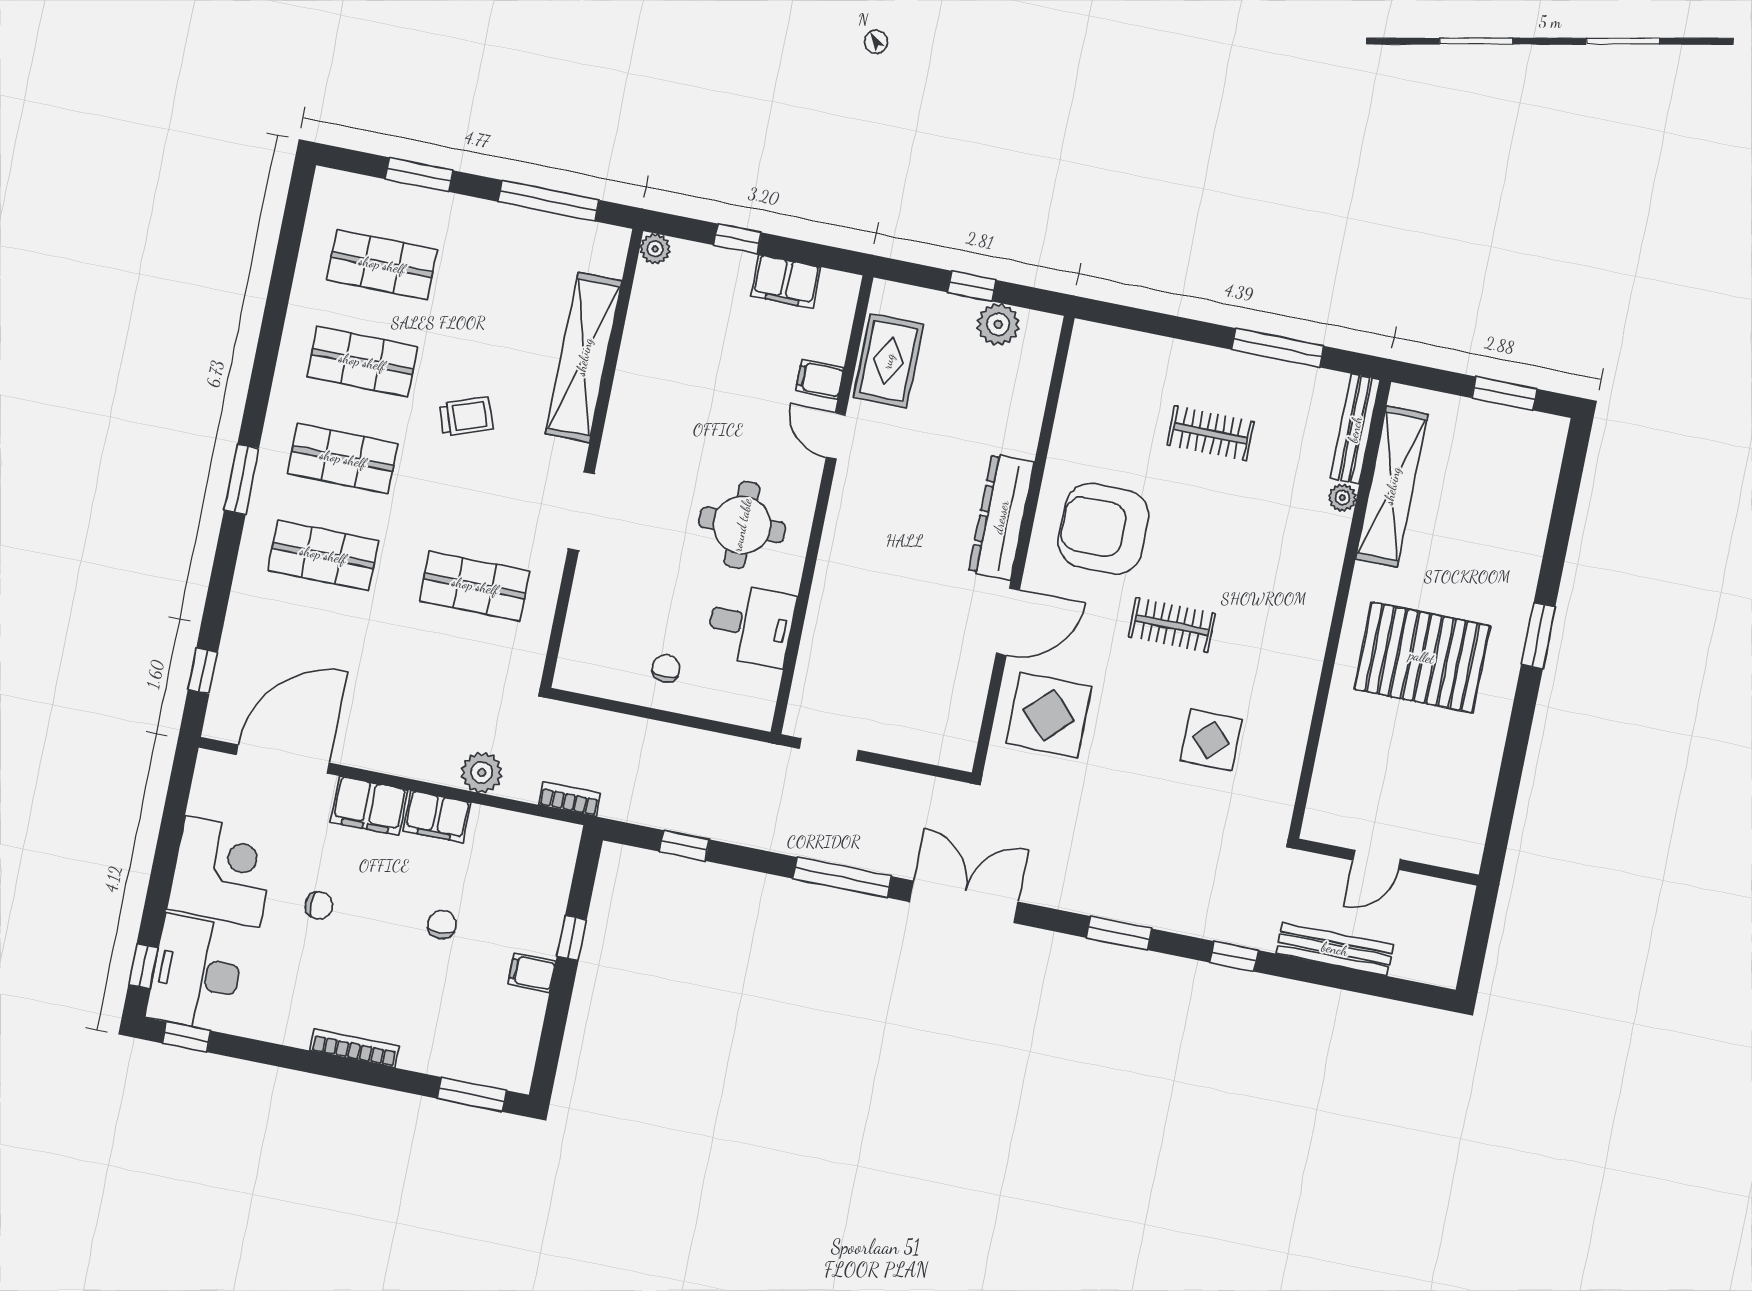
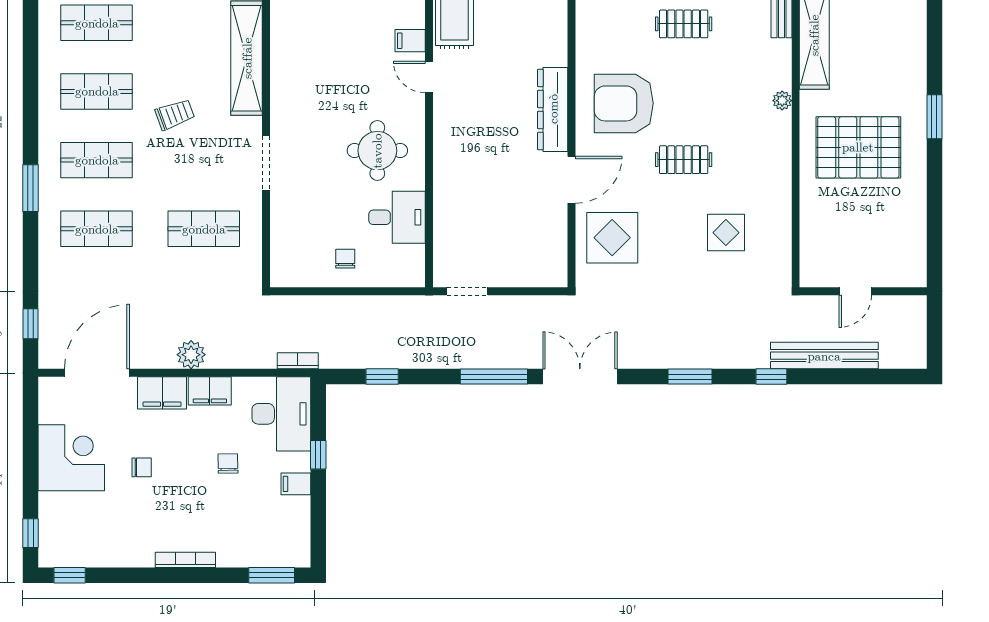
plant: (1342, 498) -> (782, 101), moved
plant: (482, 772) -> (191, 355), moved
bench: (1335, 949) -> (824, 356), width x1.37, depth x1.21
desk: (196, 973) -> (281, 414), moved, turned 180

